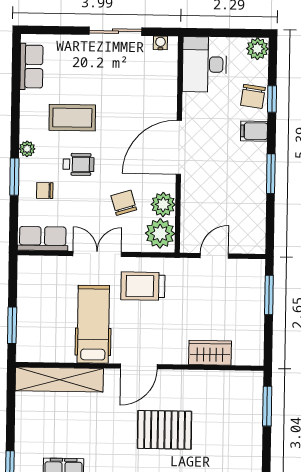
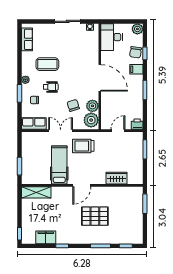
door: (179, 147) -> (100, 78), swing flipped
printer: (254, 243) -> (137, 124), added
shelving: (59, 380) -> (36, 192), width x0.68

